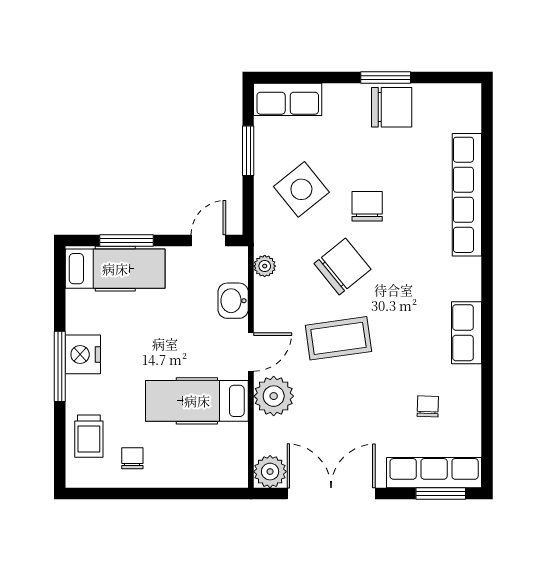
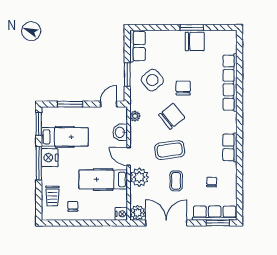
row of seats: (288, 99) -> (138, 46), moved, turned -90
window: (248, 151) -> (127, 74), moved
hospital bed: (115, 269) -> (65, 137), moved
window: (60, 282) -> (39, 124), added
door: (251, 352) -> (129, 156), swing flipped
coffee table: (352, 404) -> (176, 181), added
nightstand: (235, 474) -> (121, 214), added

